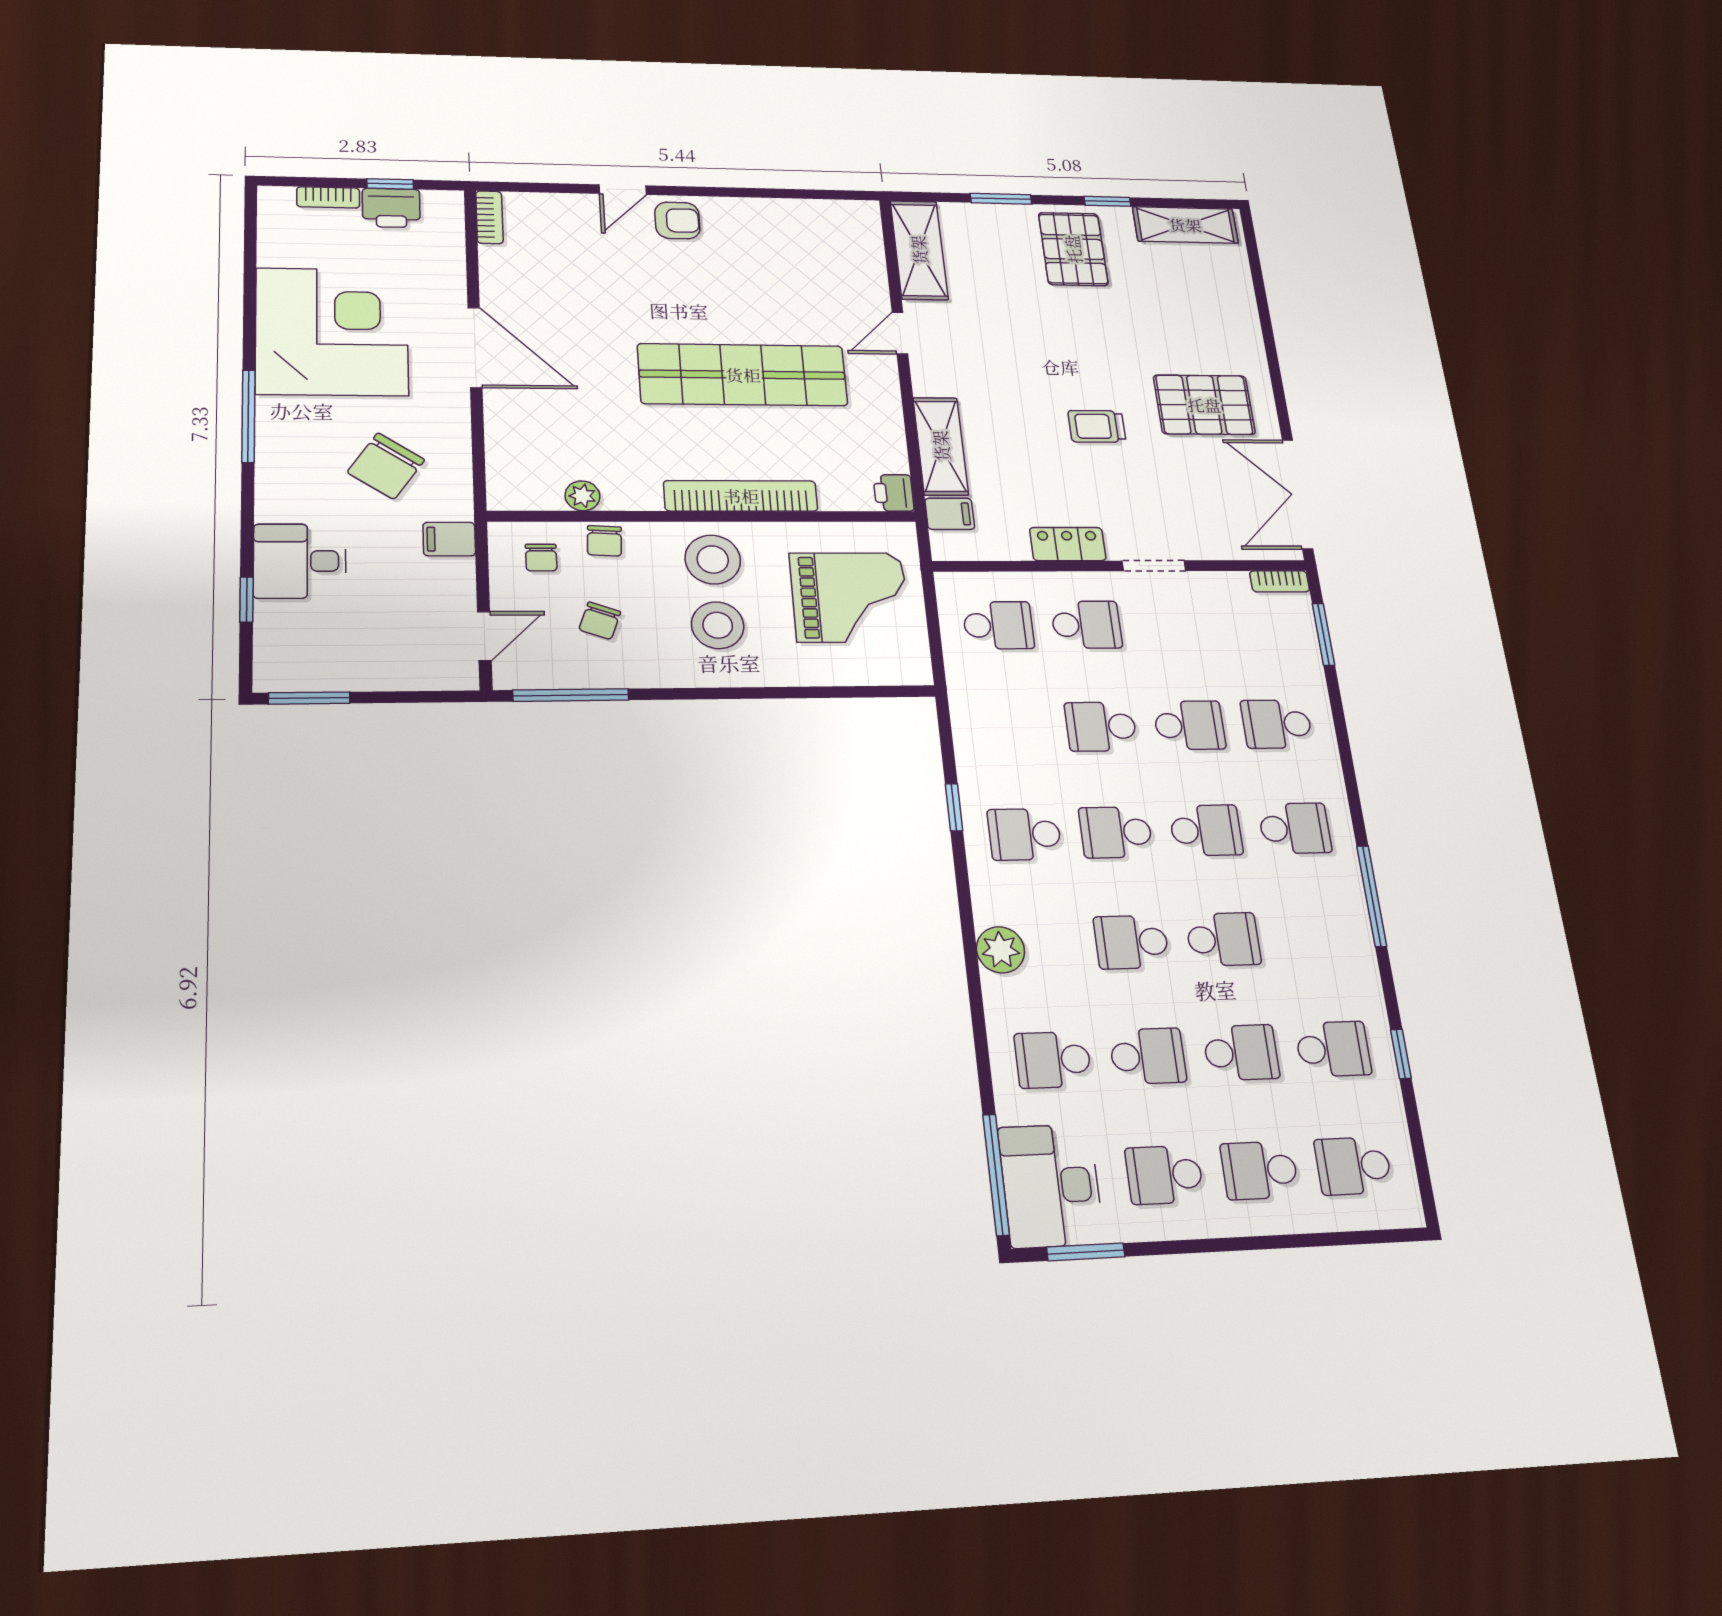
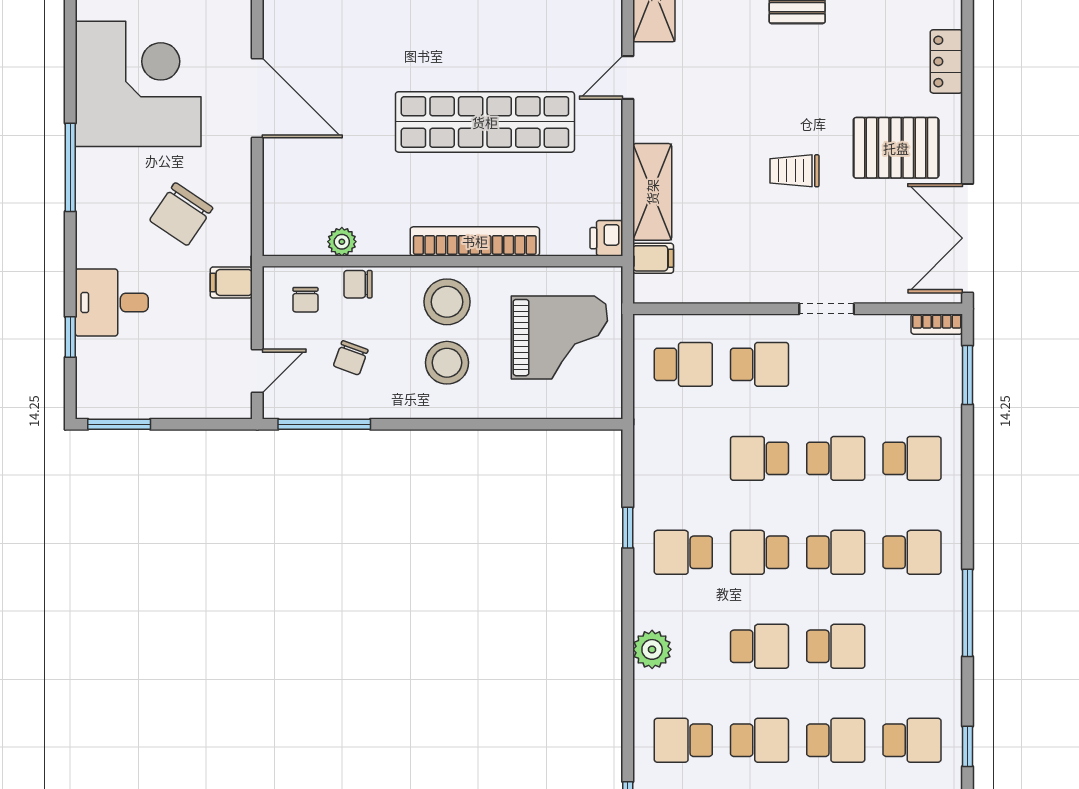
chair: (604, 541) -> (358, 284), turned 87
locker: (1068, 544) -> (946, 61), moved, turned -90
school desk: (1277, 724) -> (912, 458), turned 180
school desk: (1131, 942) -> (760, 646), turned 180

